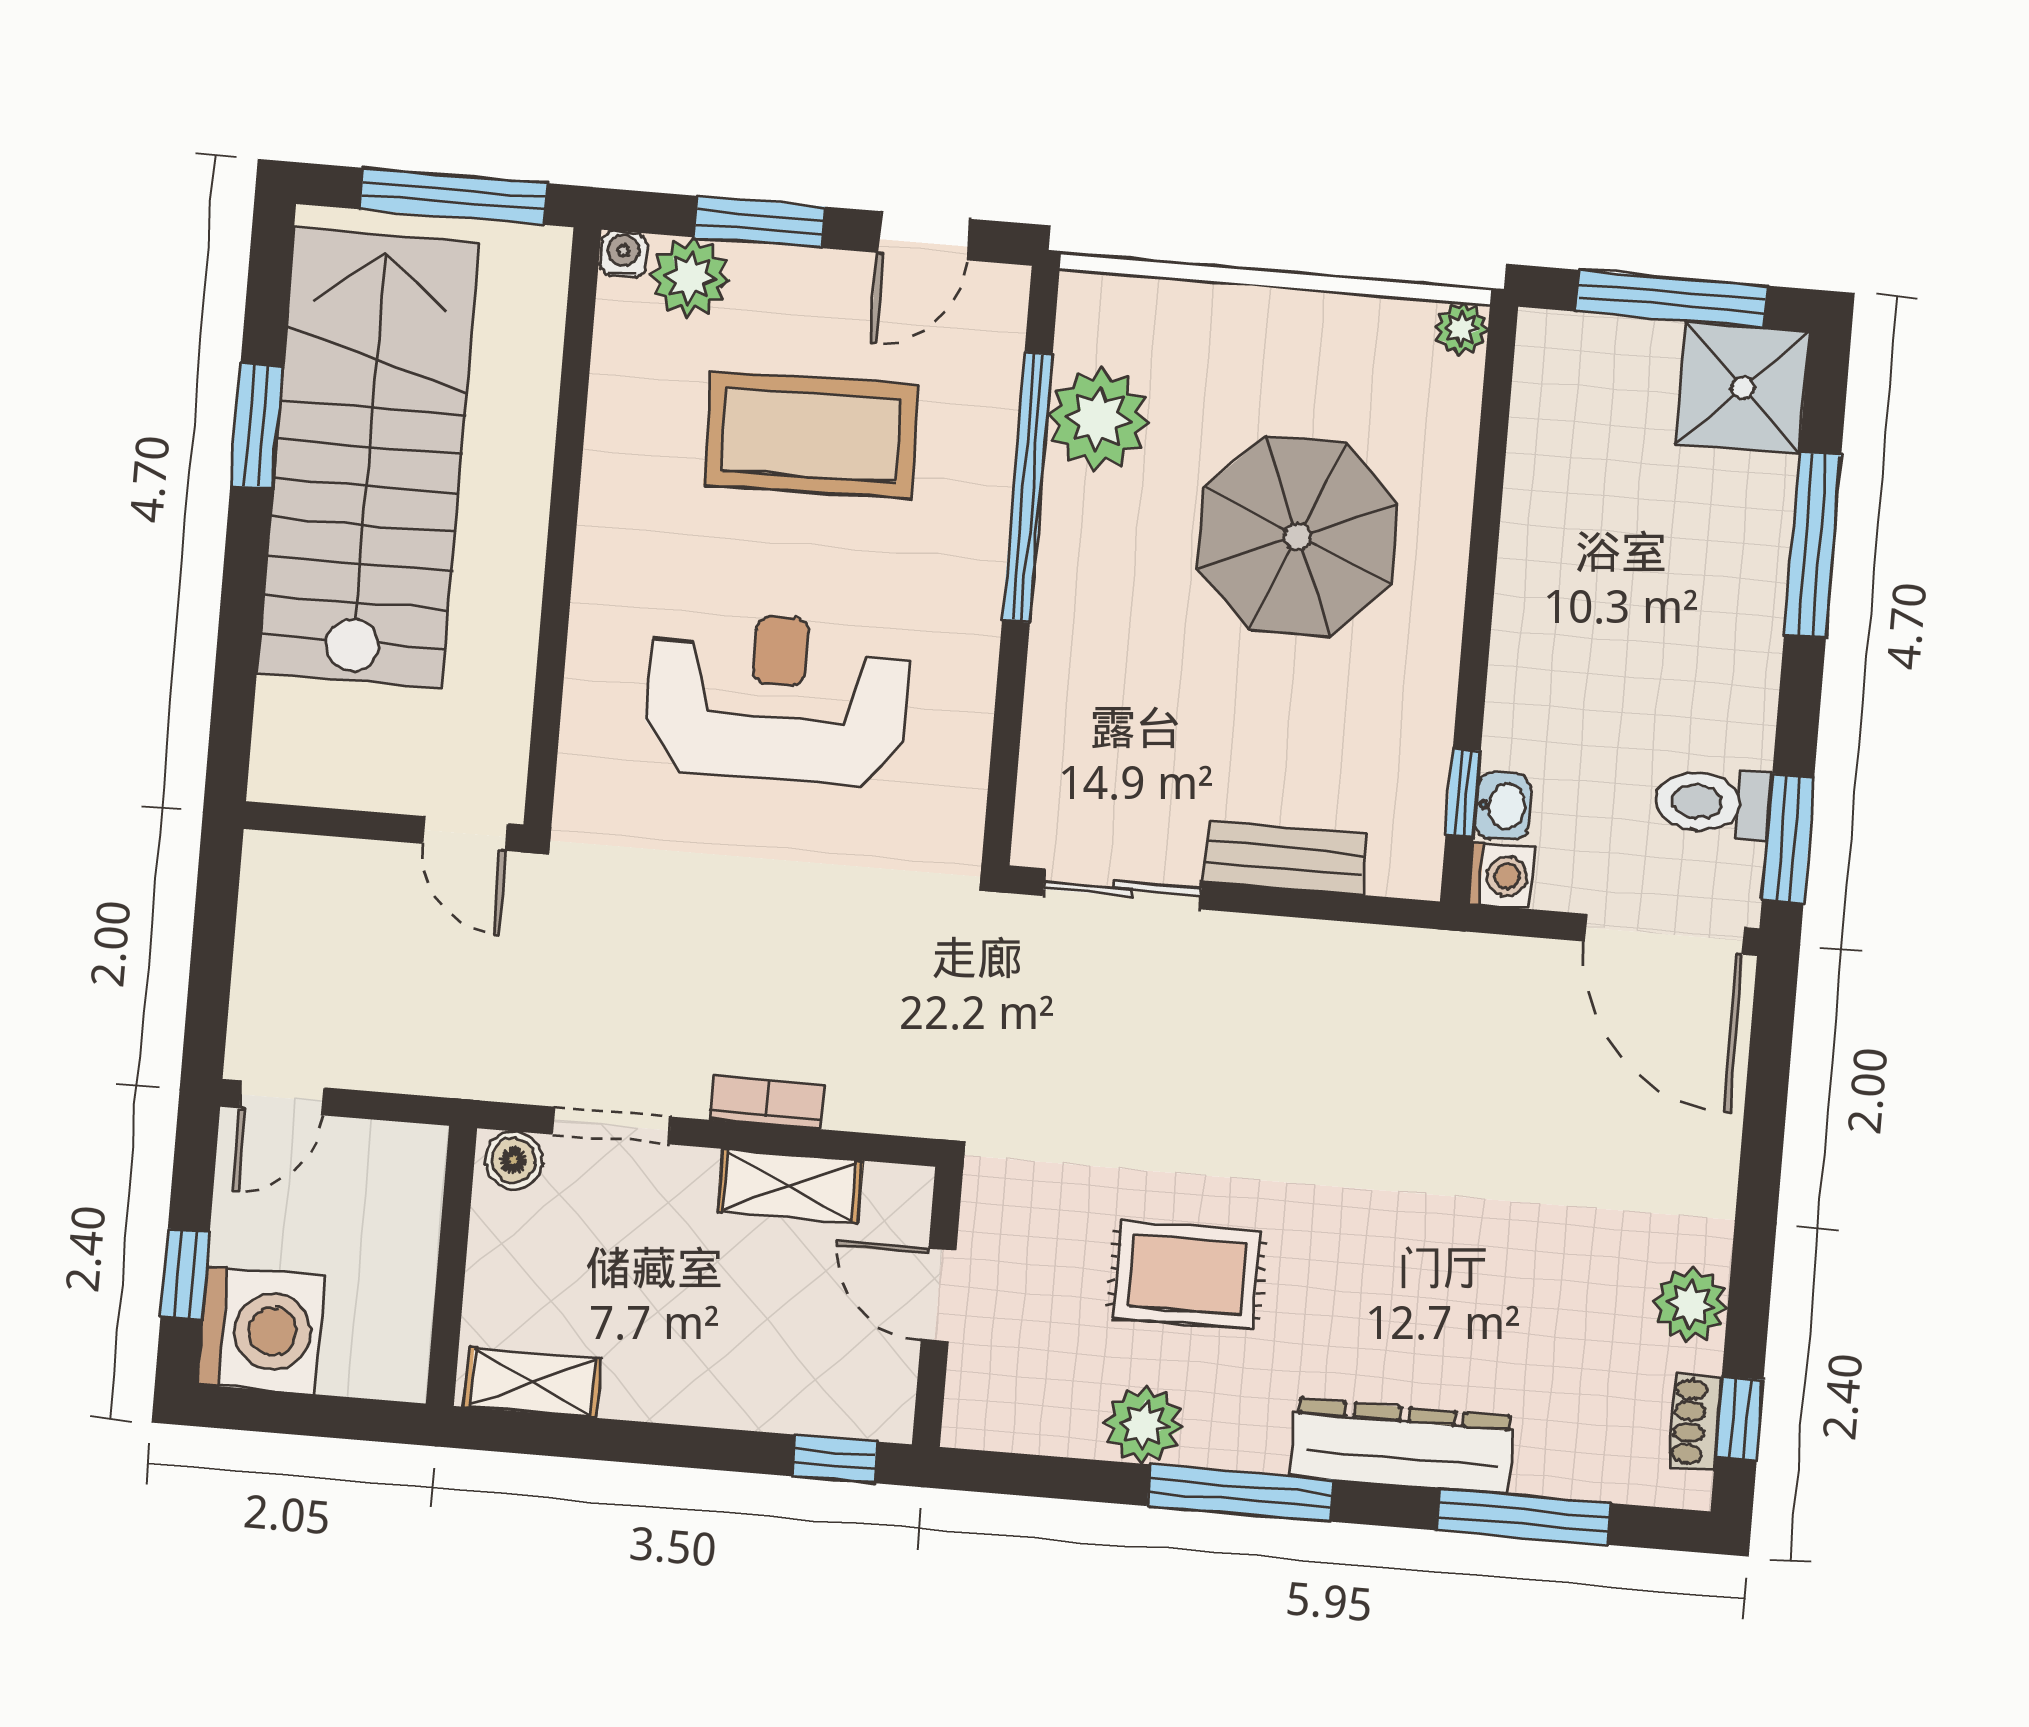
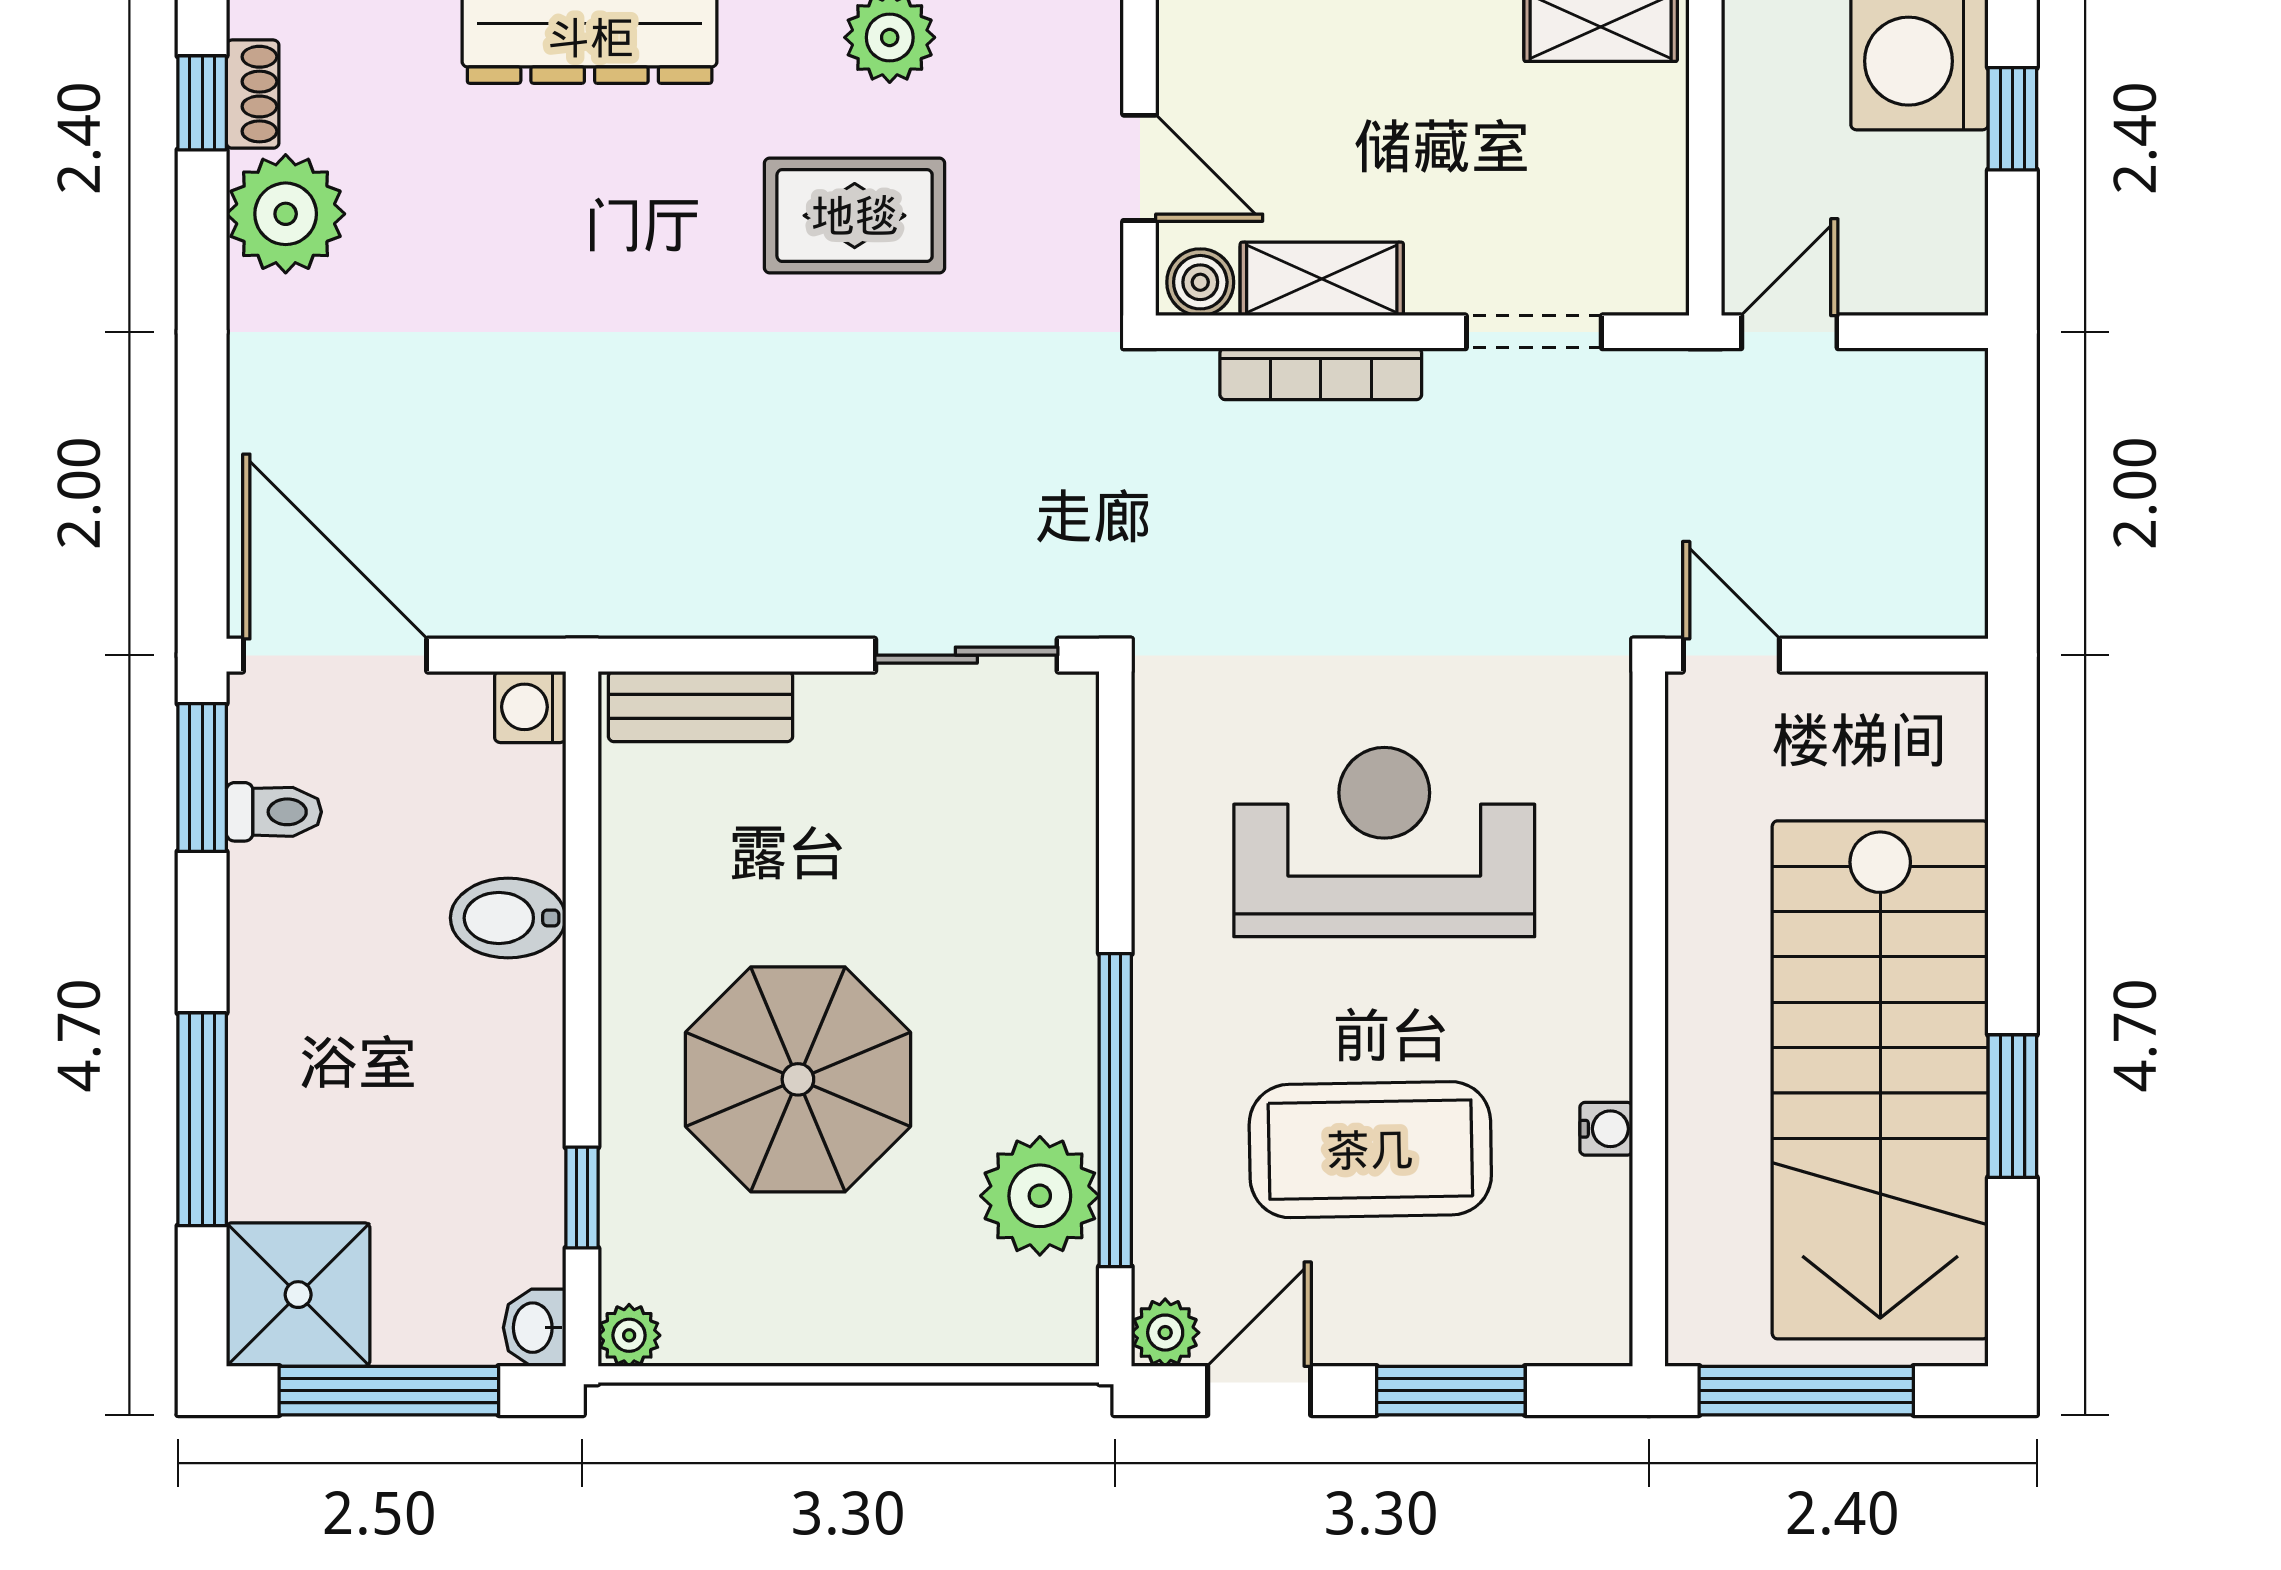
water cooler: (623, 254) -> (1606, 1129), moved, turned -90
plant: (690, 277) -> (1165, 1333), moved, width x0.73, depth x0.73
bidet: (1535, 696) -> (508, 918), added
reception desk: (777, 698) -> (1384, 842), turned 180
window: (1463, 793) -> (582, 1198), moved
toilet: (1713, 803) -> (274, 812), width x0.73, depth x0.72
washbasin: (1503, 806) -> (535, 1328), moved
bench: (1285, 858) -> (701, 706), moved
door: (282, 1098) -> (1789, 332), moved
bookcase: (767, 1102) -> (1321, 374), width x1.56
boiler: (514, 1160) -> (1200, 282), moved
plant: (1690, 1305) -> (286, 214), width x1.36, depth x1.36

